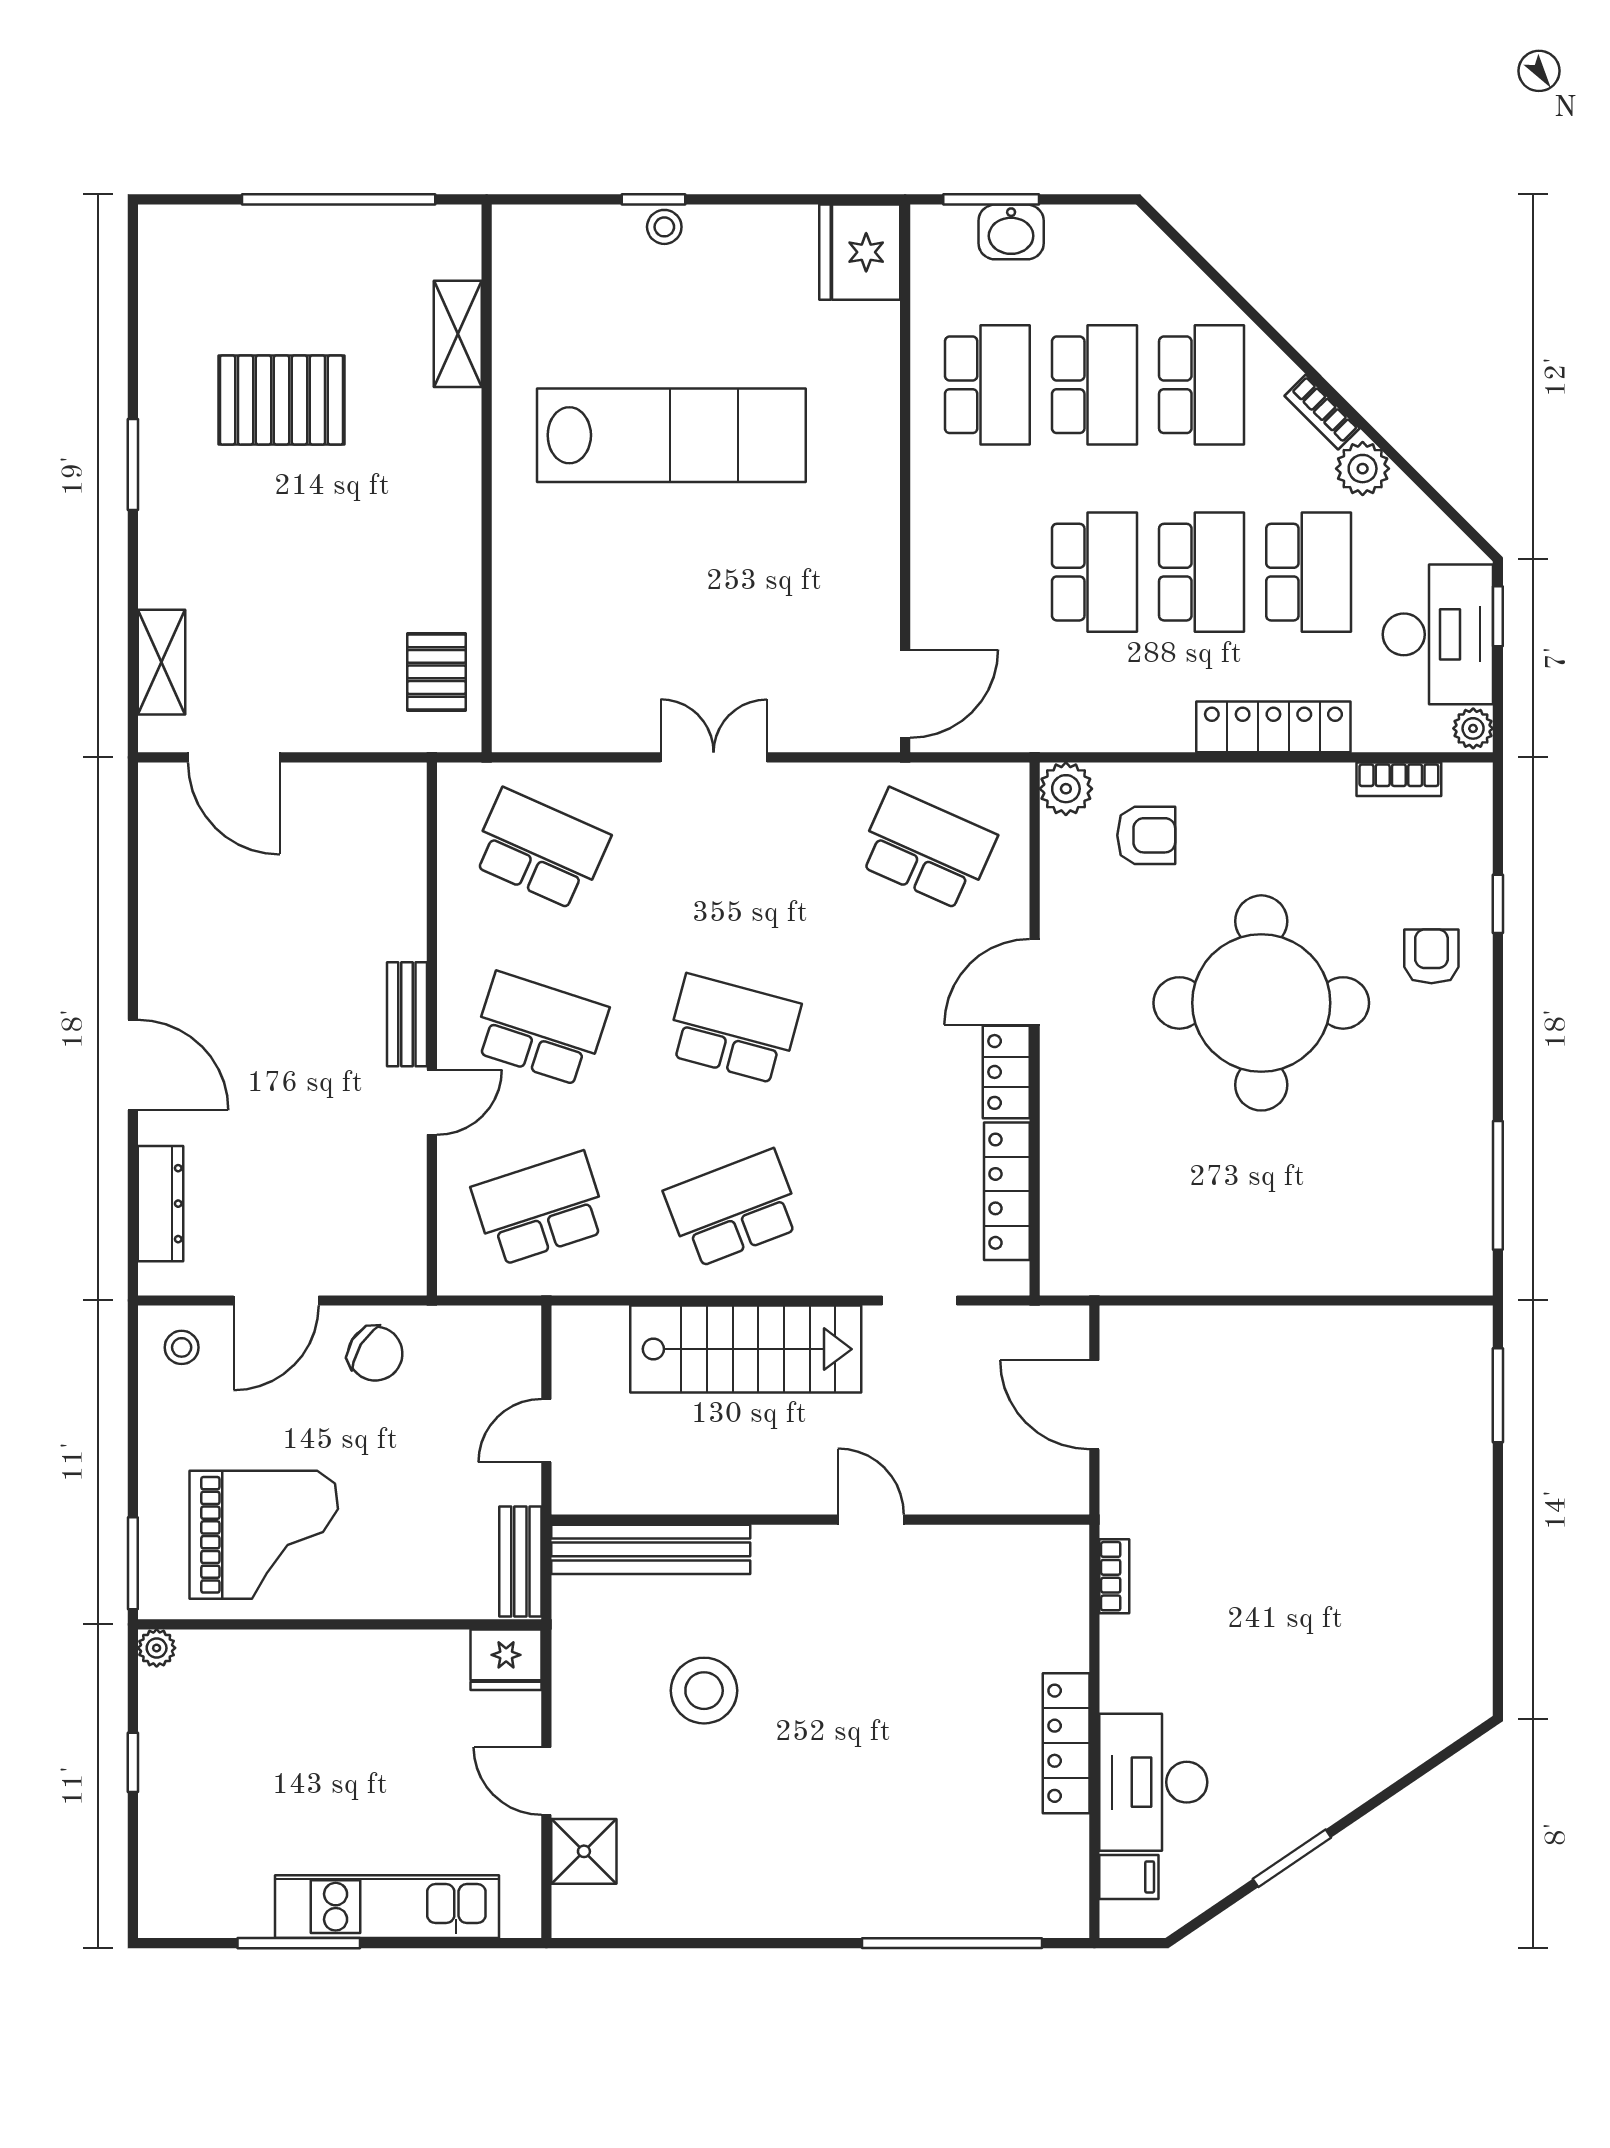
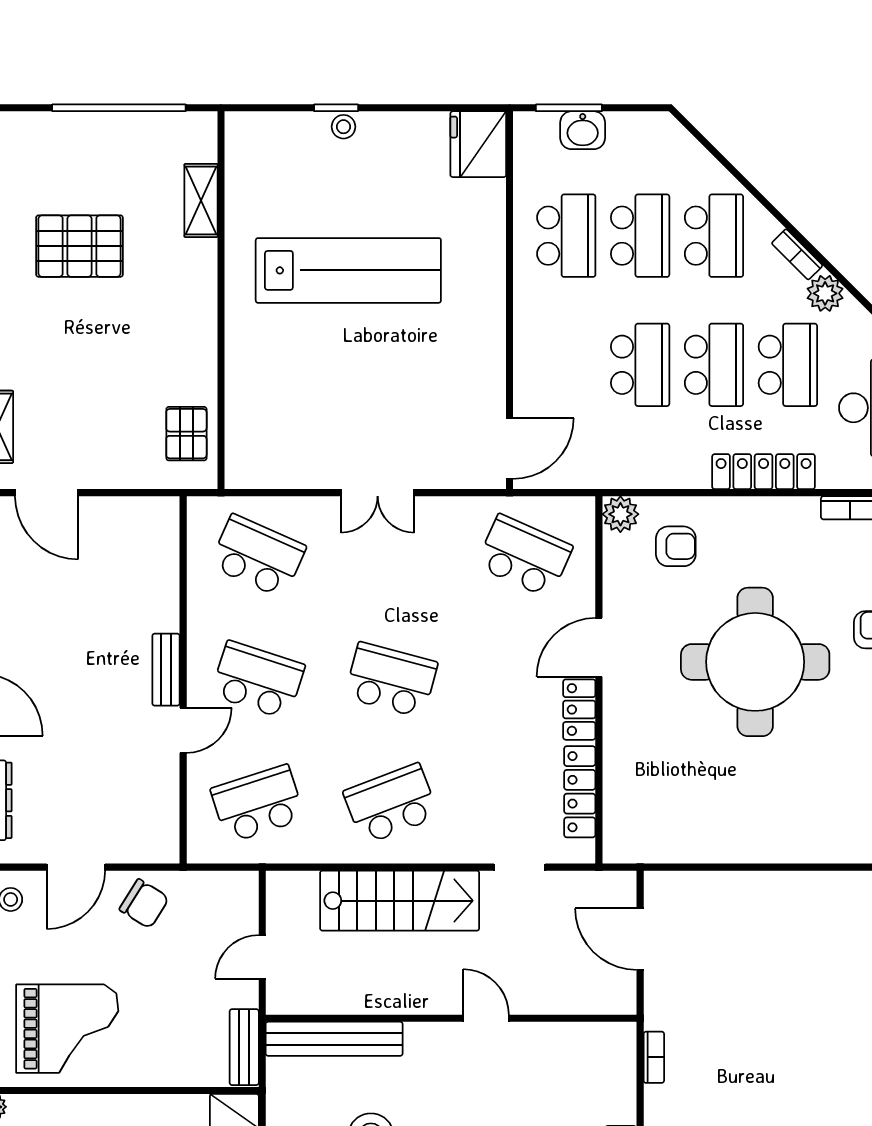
double door: (714, 757) -> (378, 493), swing flipped

